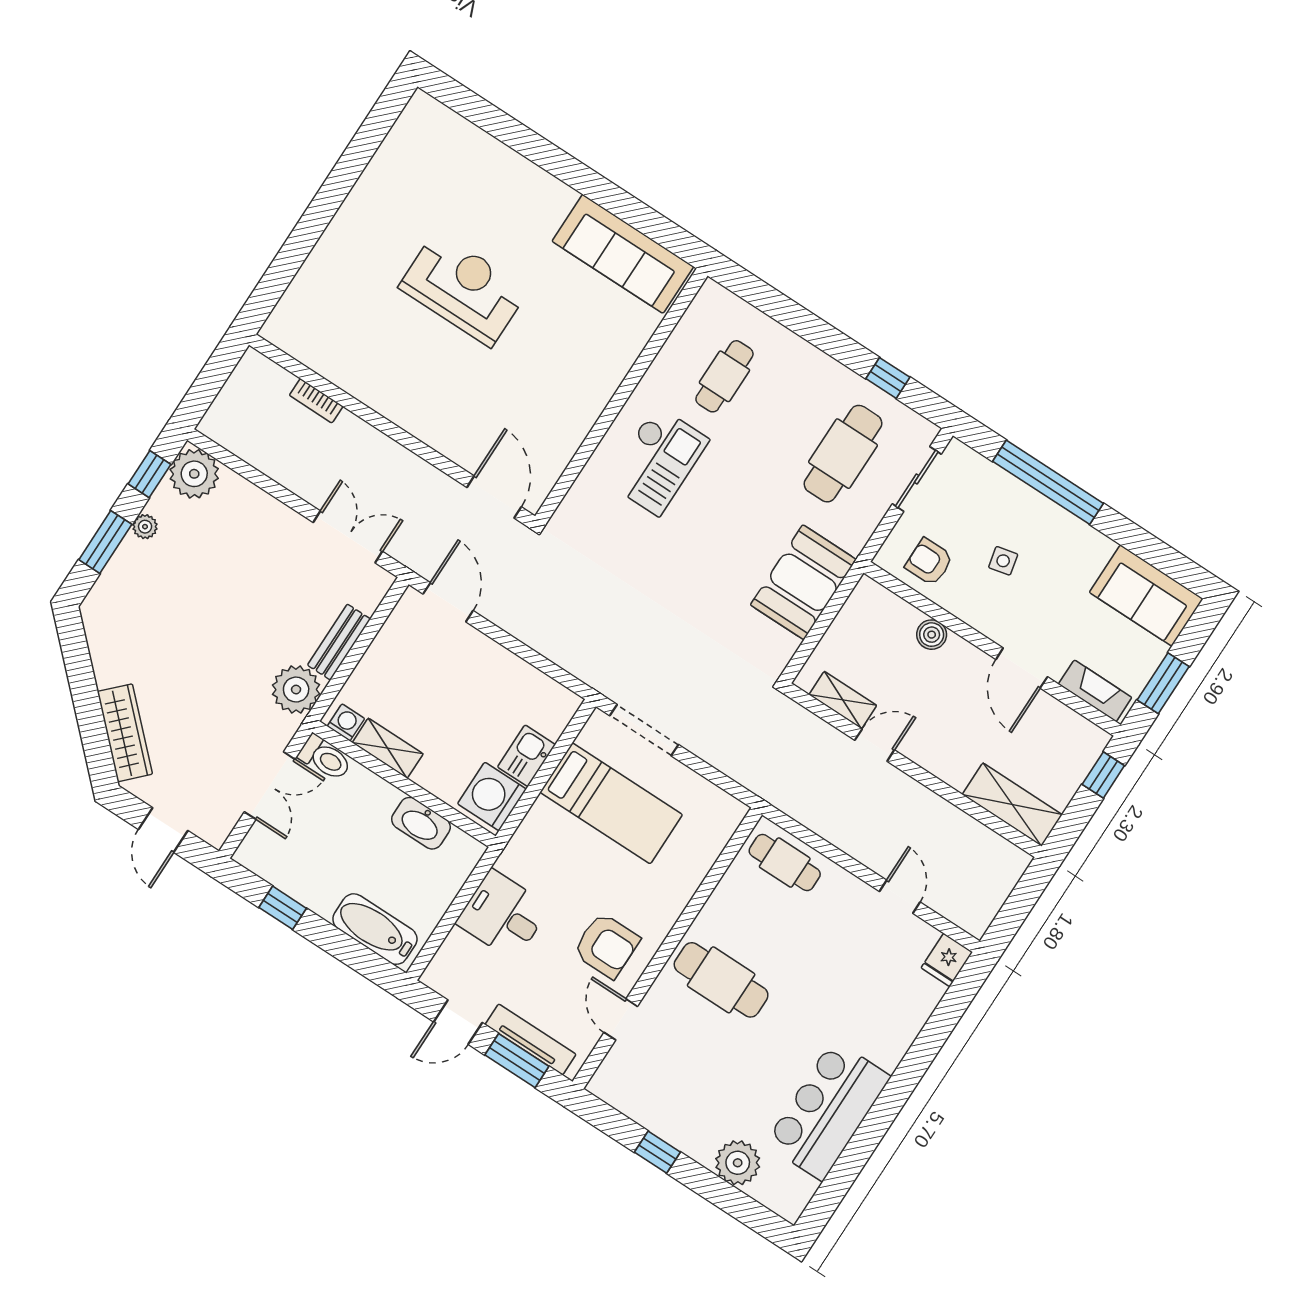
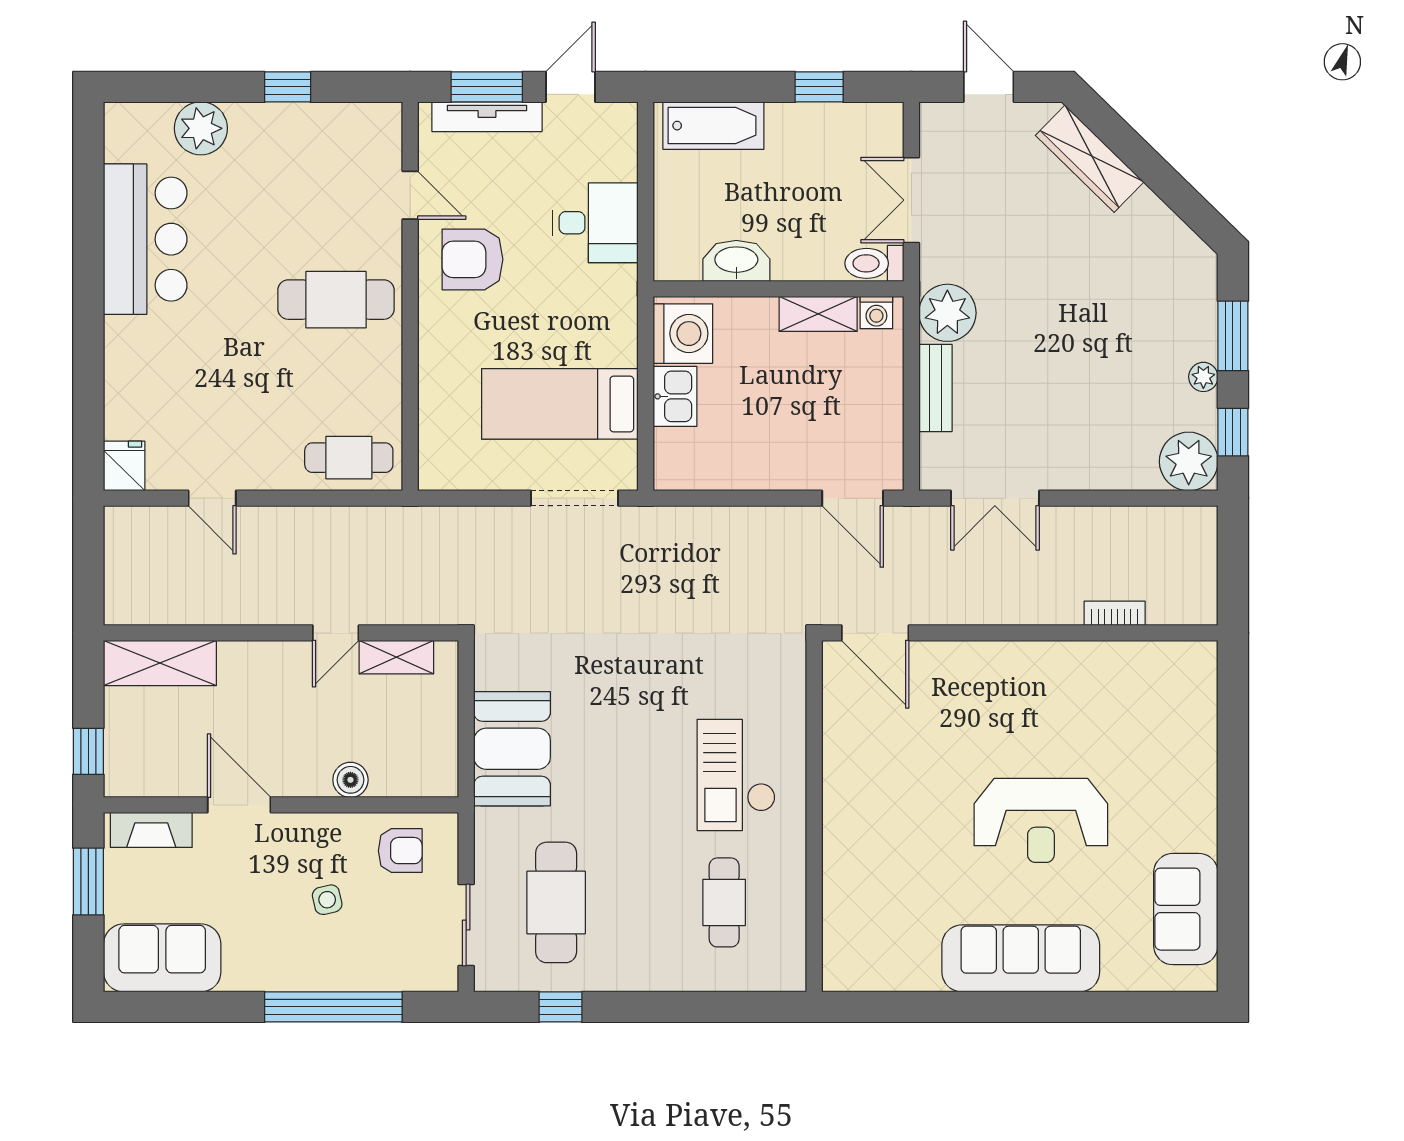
sofa: (402, 160) -> (1186, 909), added
sofa: (623, 254) -> (1021, 958), moved

